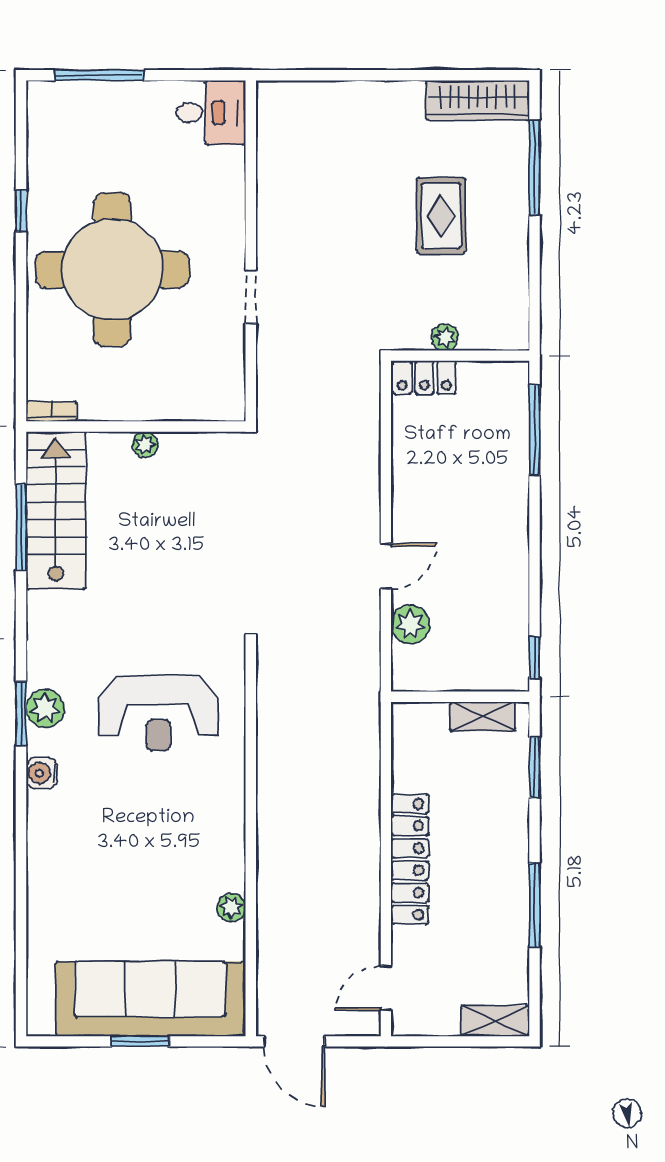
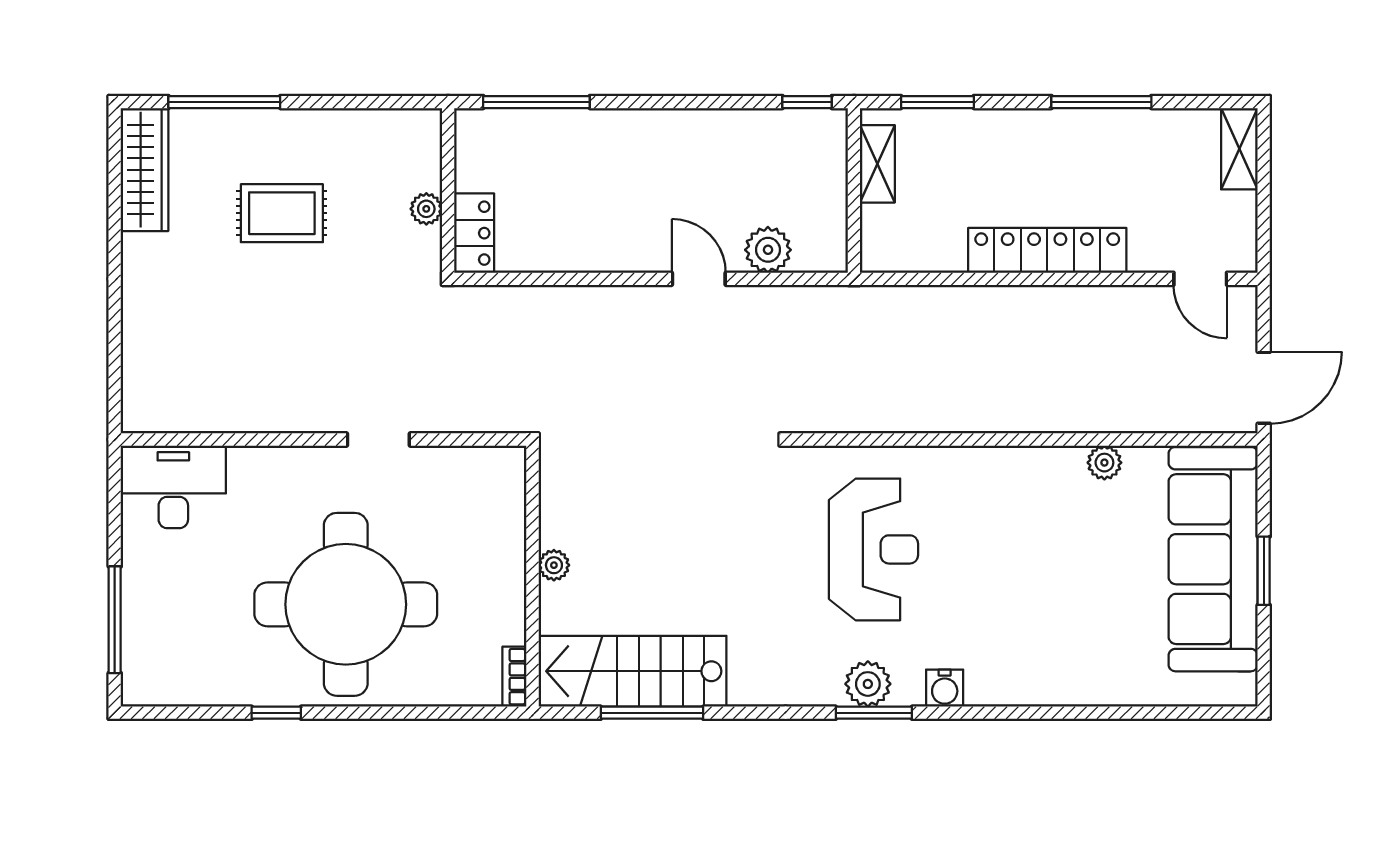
desk: (211, 113) -> (173, 487), width x1.37

